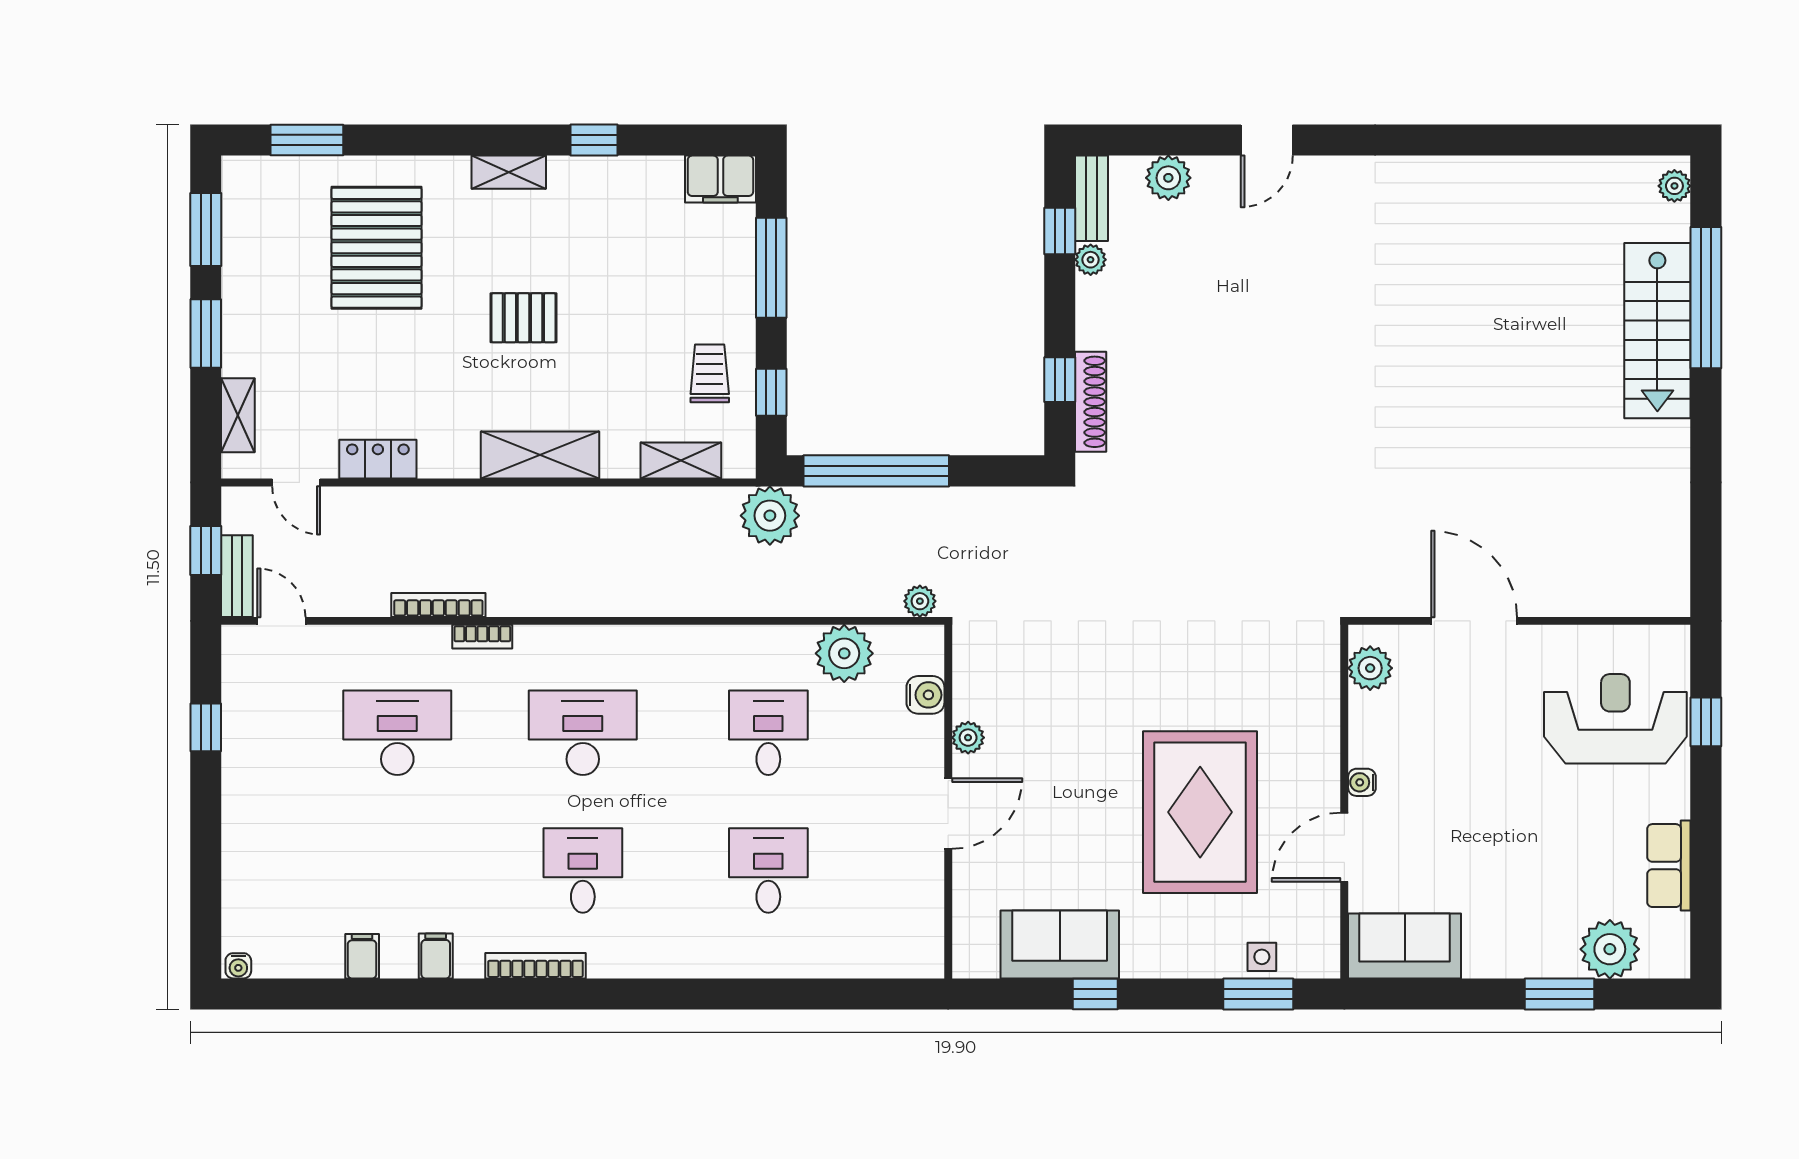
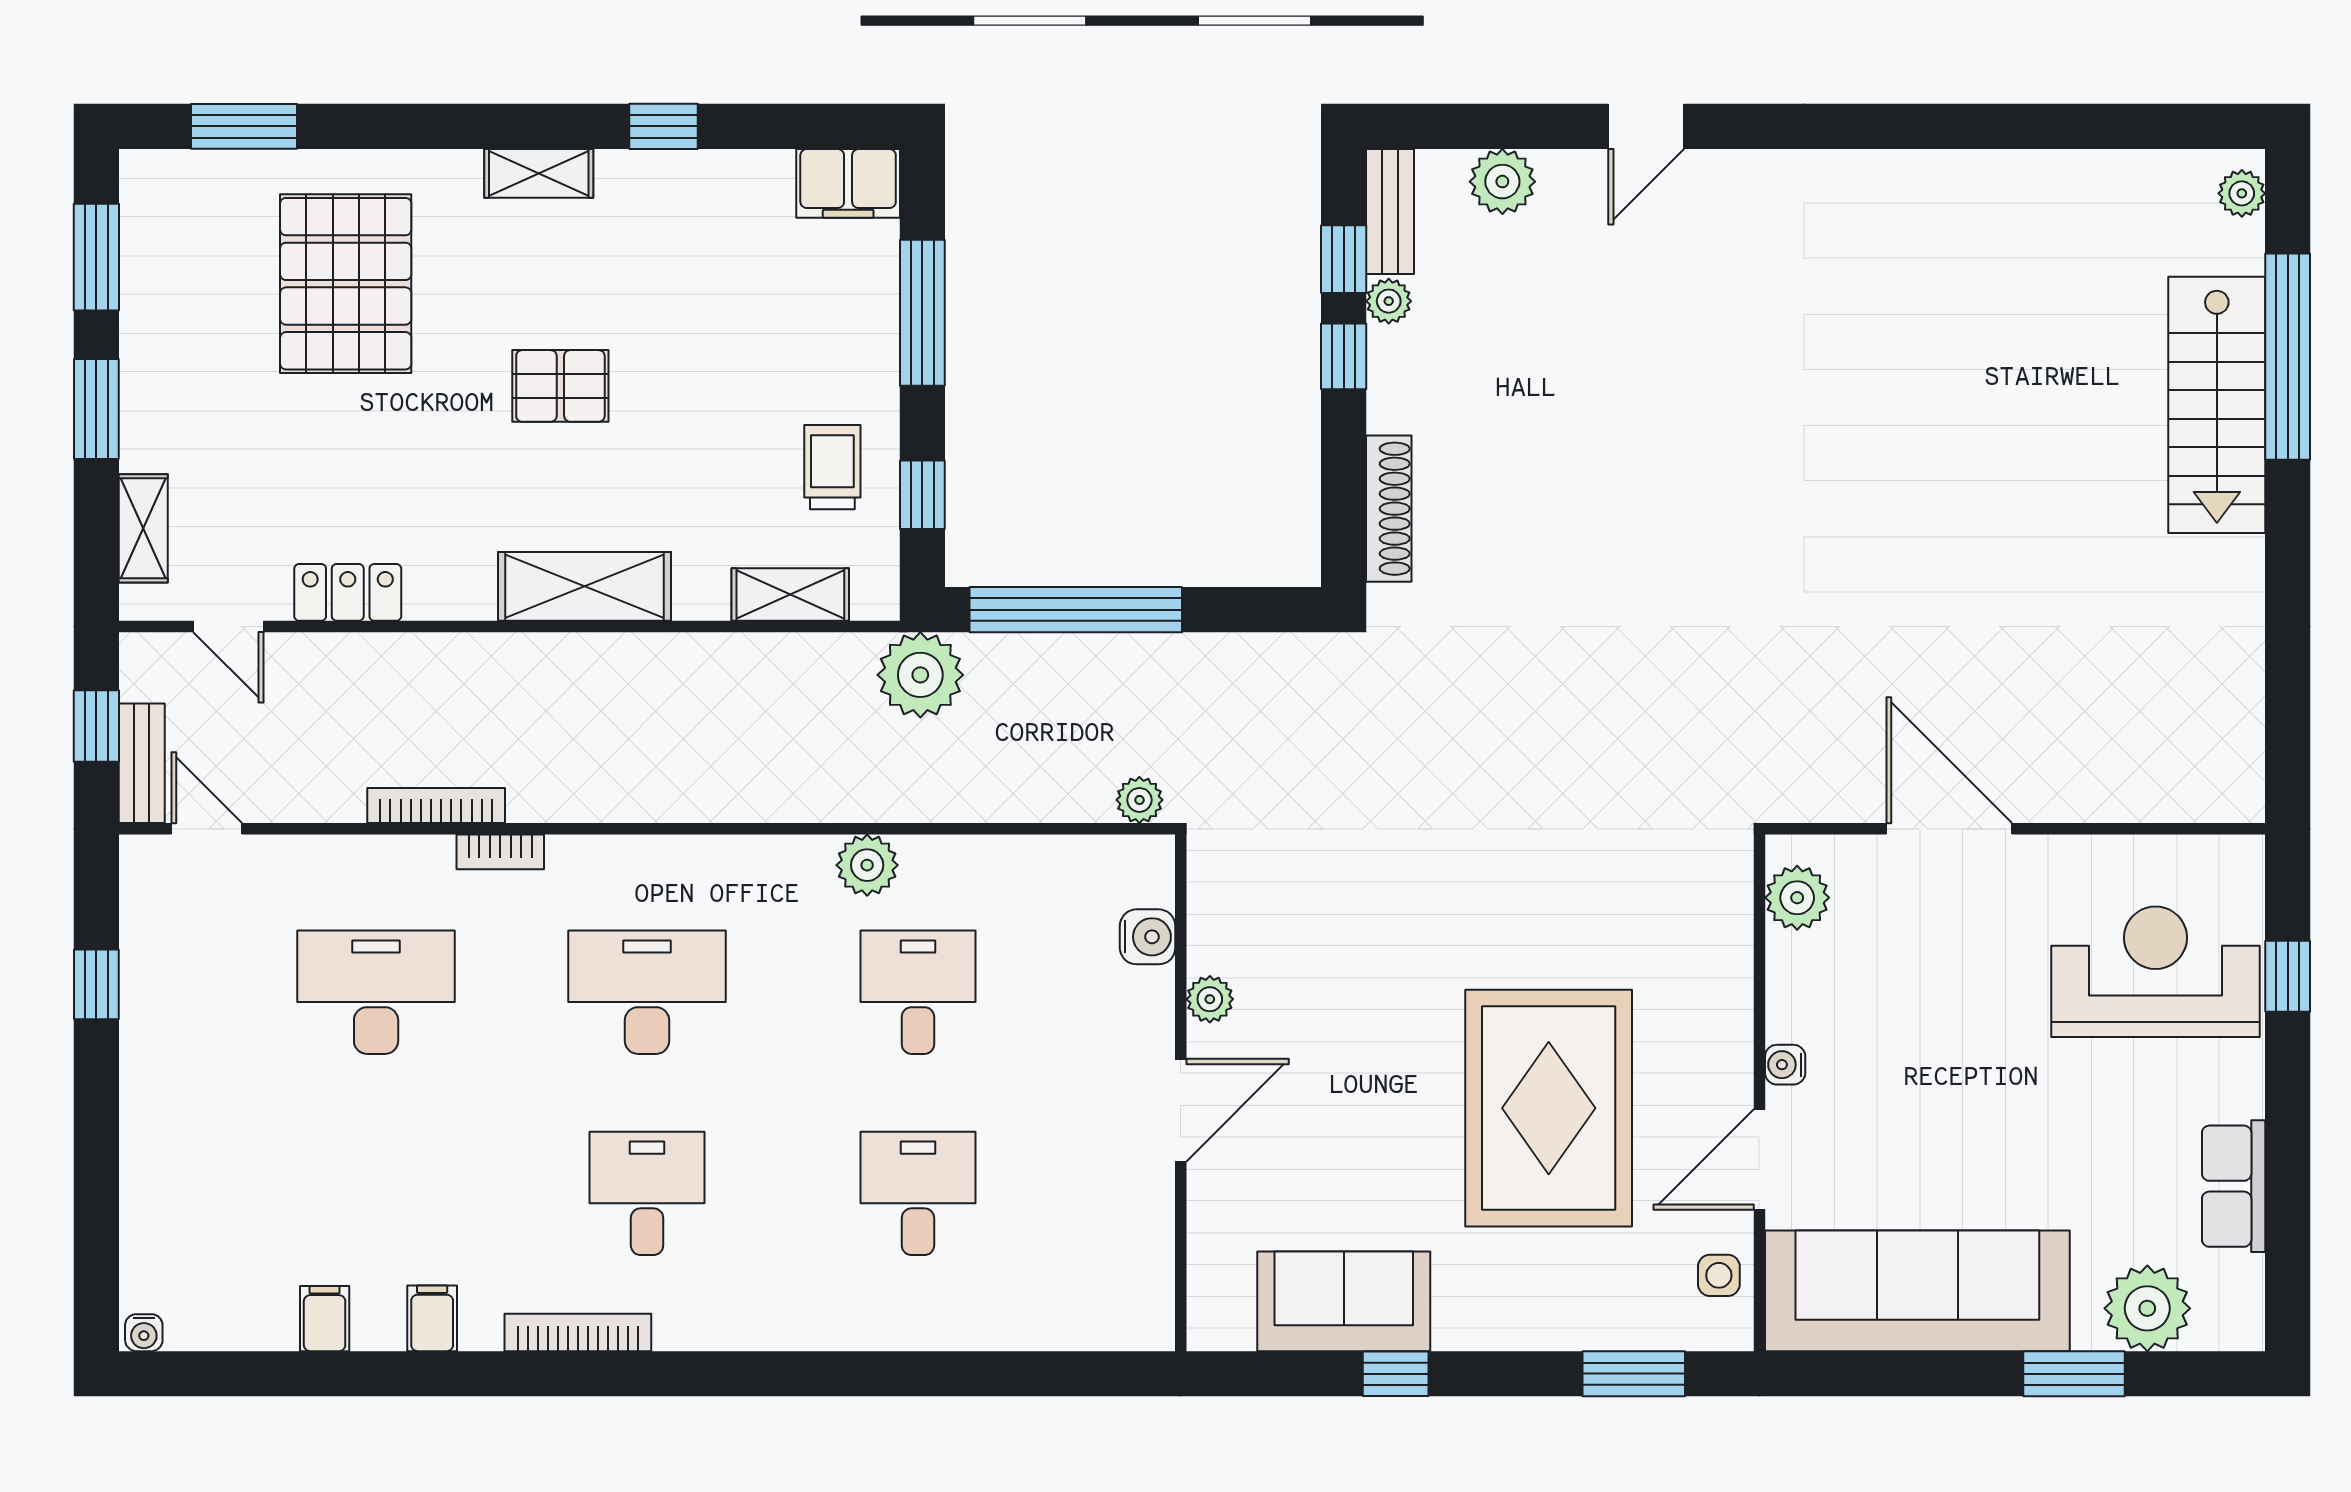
window: (1060, 380) -> (1344, 356), moved
plant: (844, 653) -> (867, 865), moved, width x0.73, depth x0.73
sofa: (1405, 946) -> (1917, 1291), width x1.85, depth x1.27
side table: (1262, 957) -> (1719, 1275), moved

